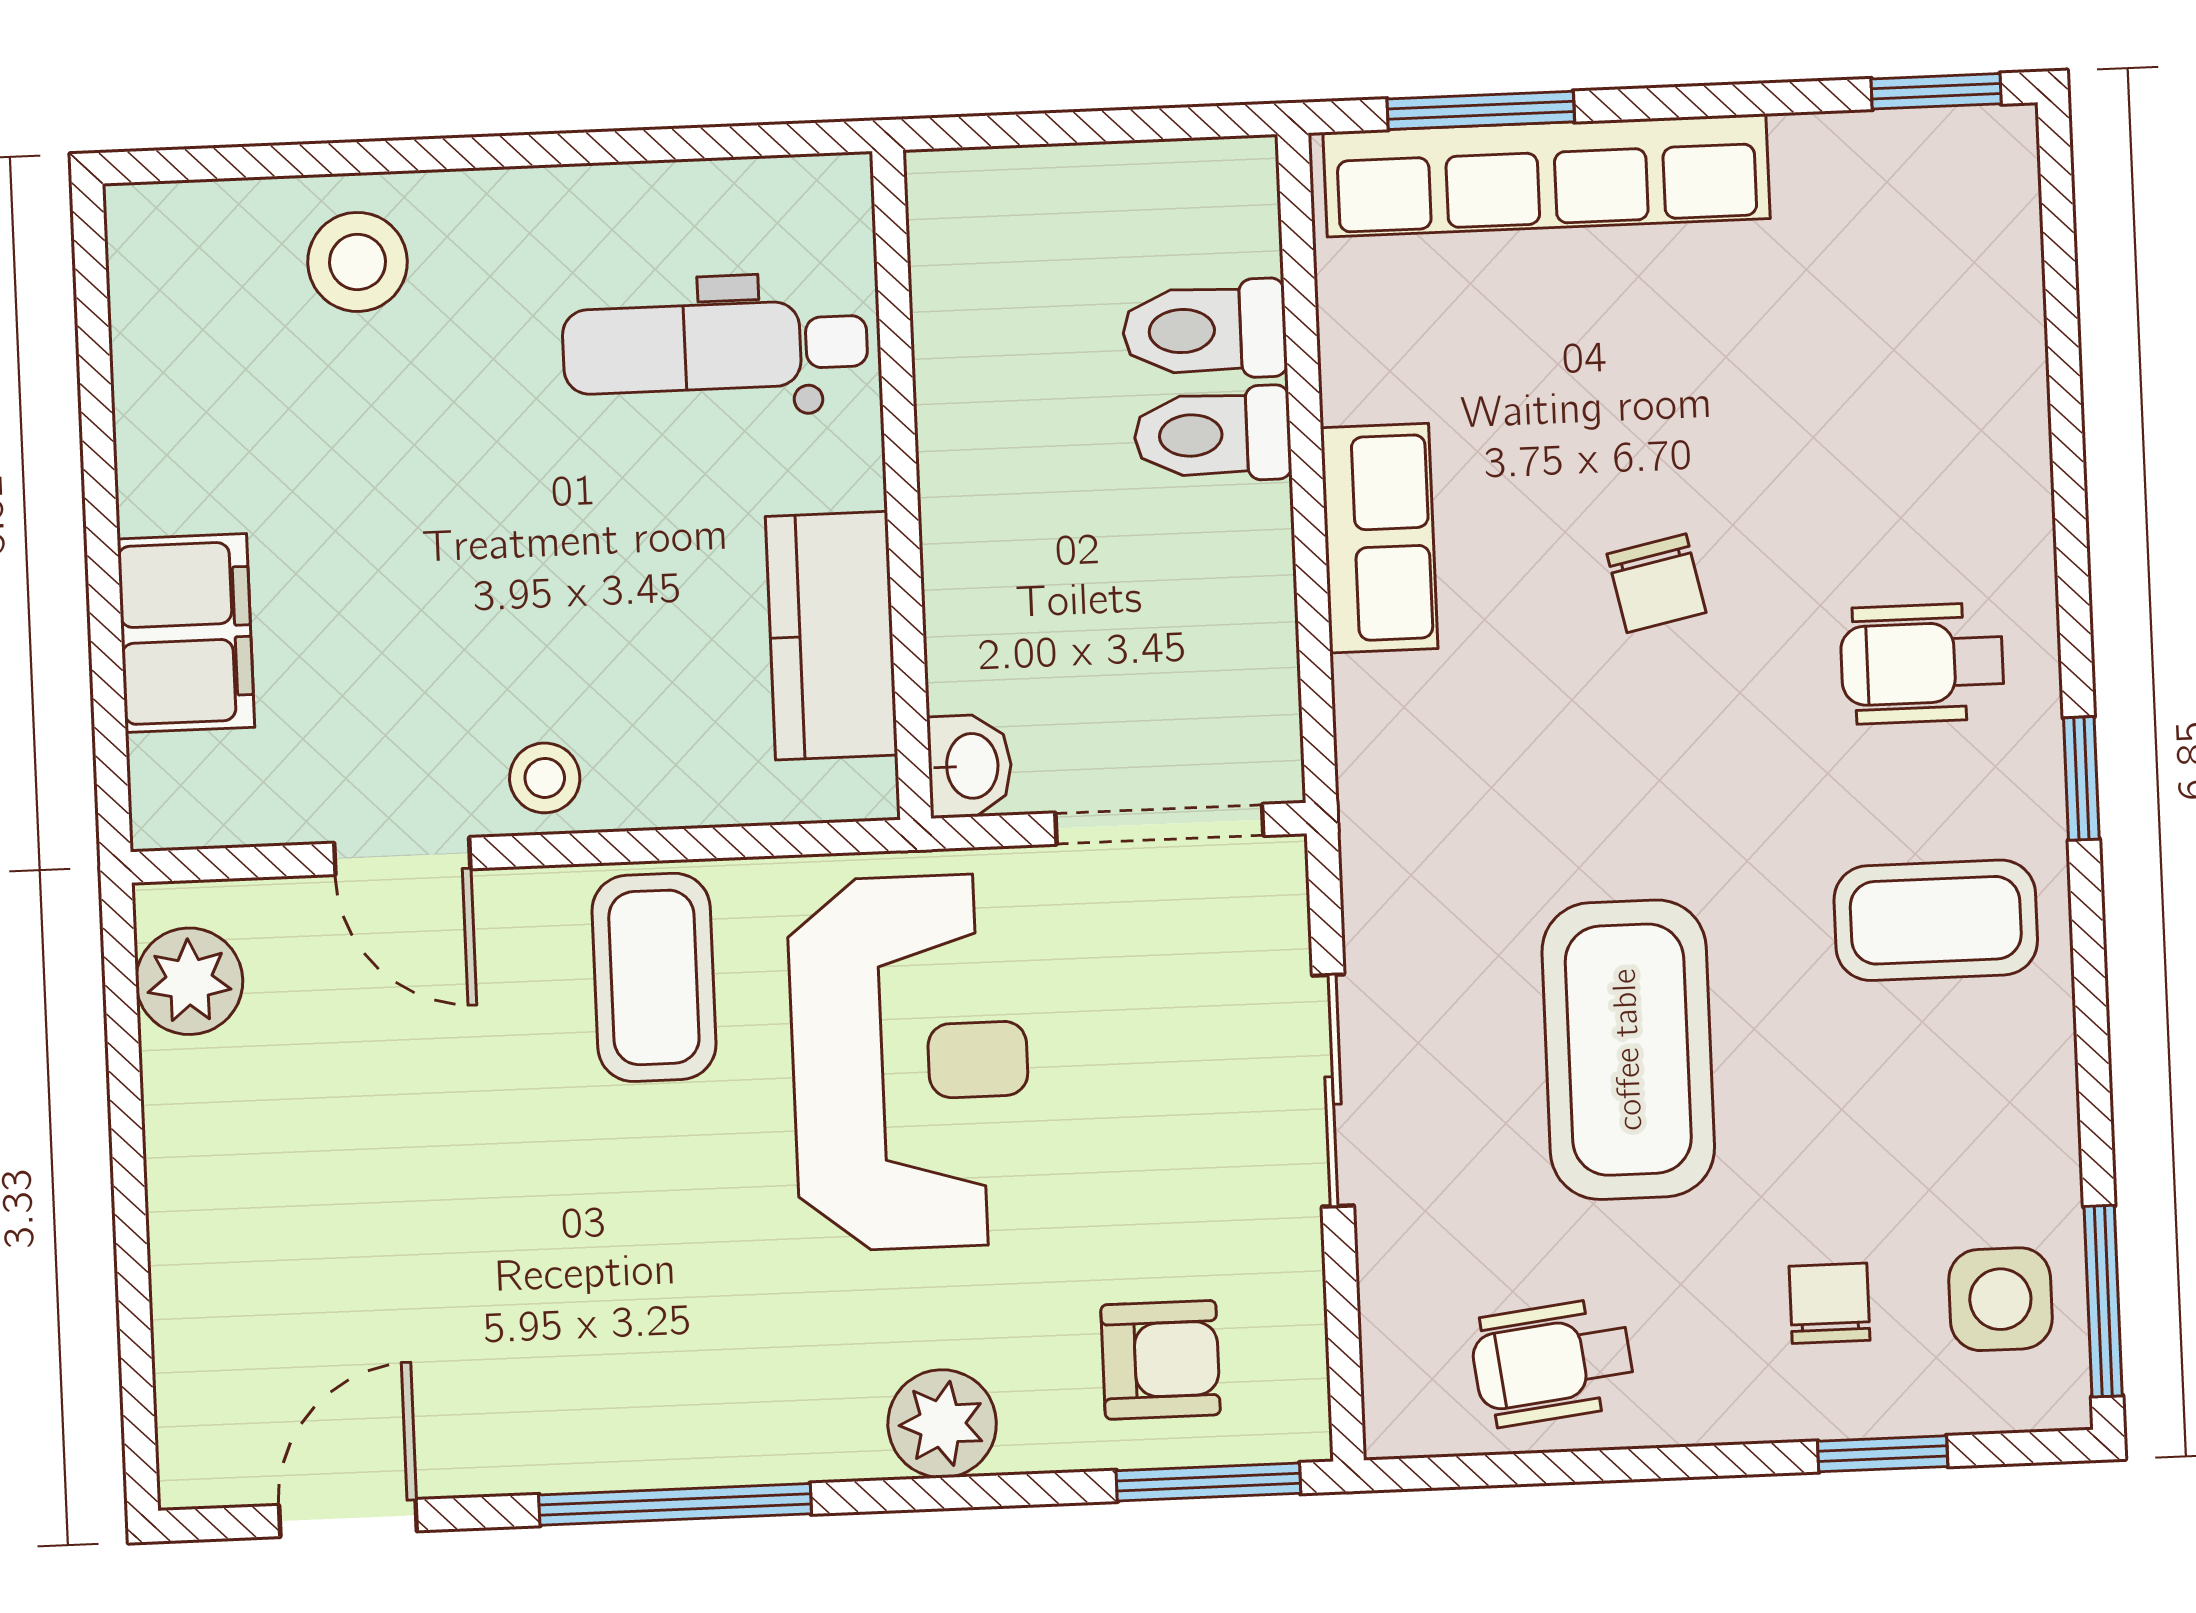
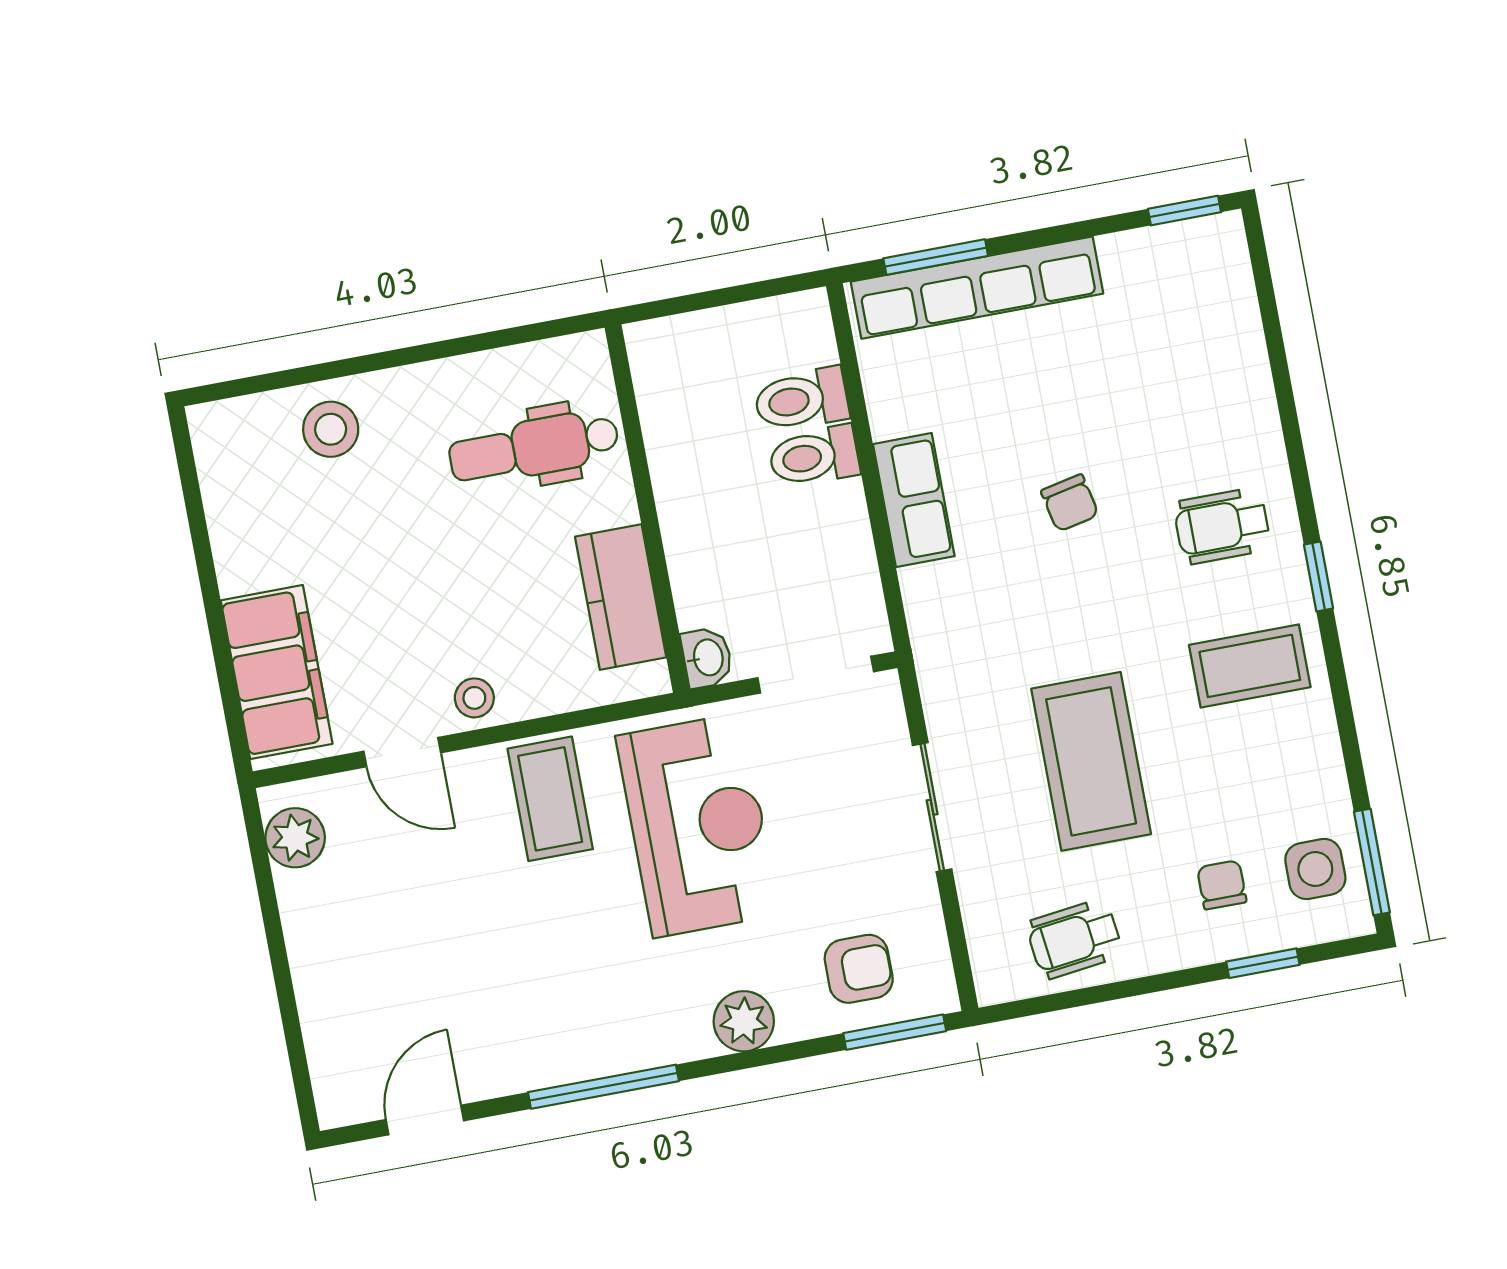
filing cabinet: (186, 633) -> (277, 672), width x1.50, depth x1.17

